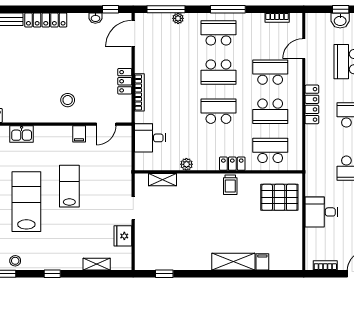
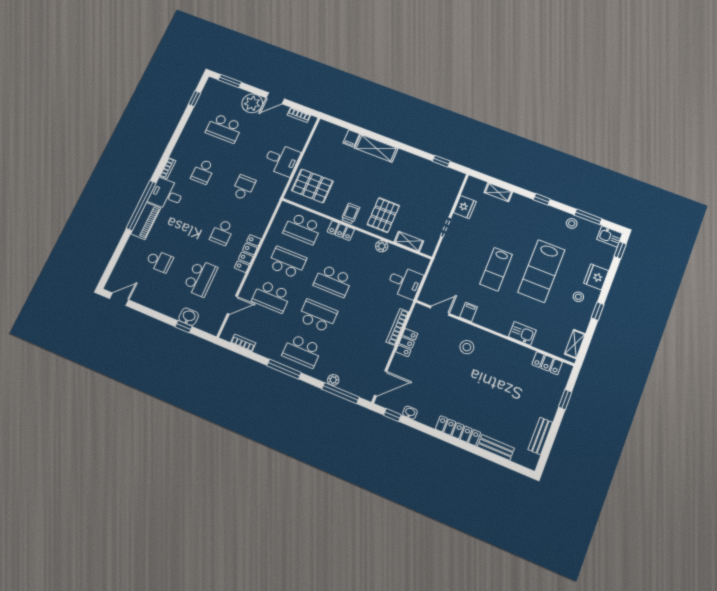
pallet: (198, 196) -> (383, 215), added

